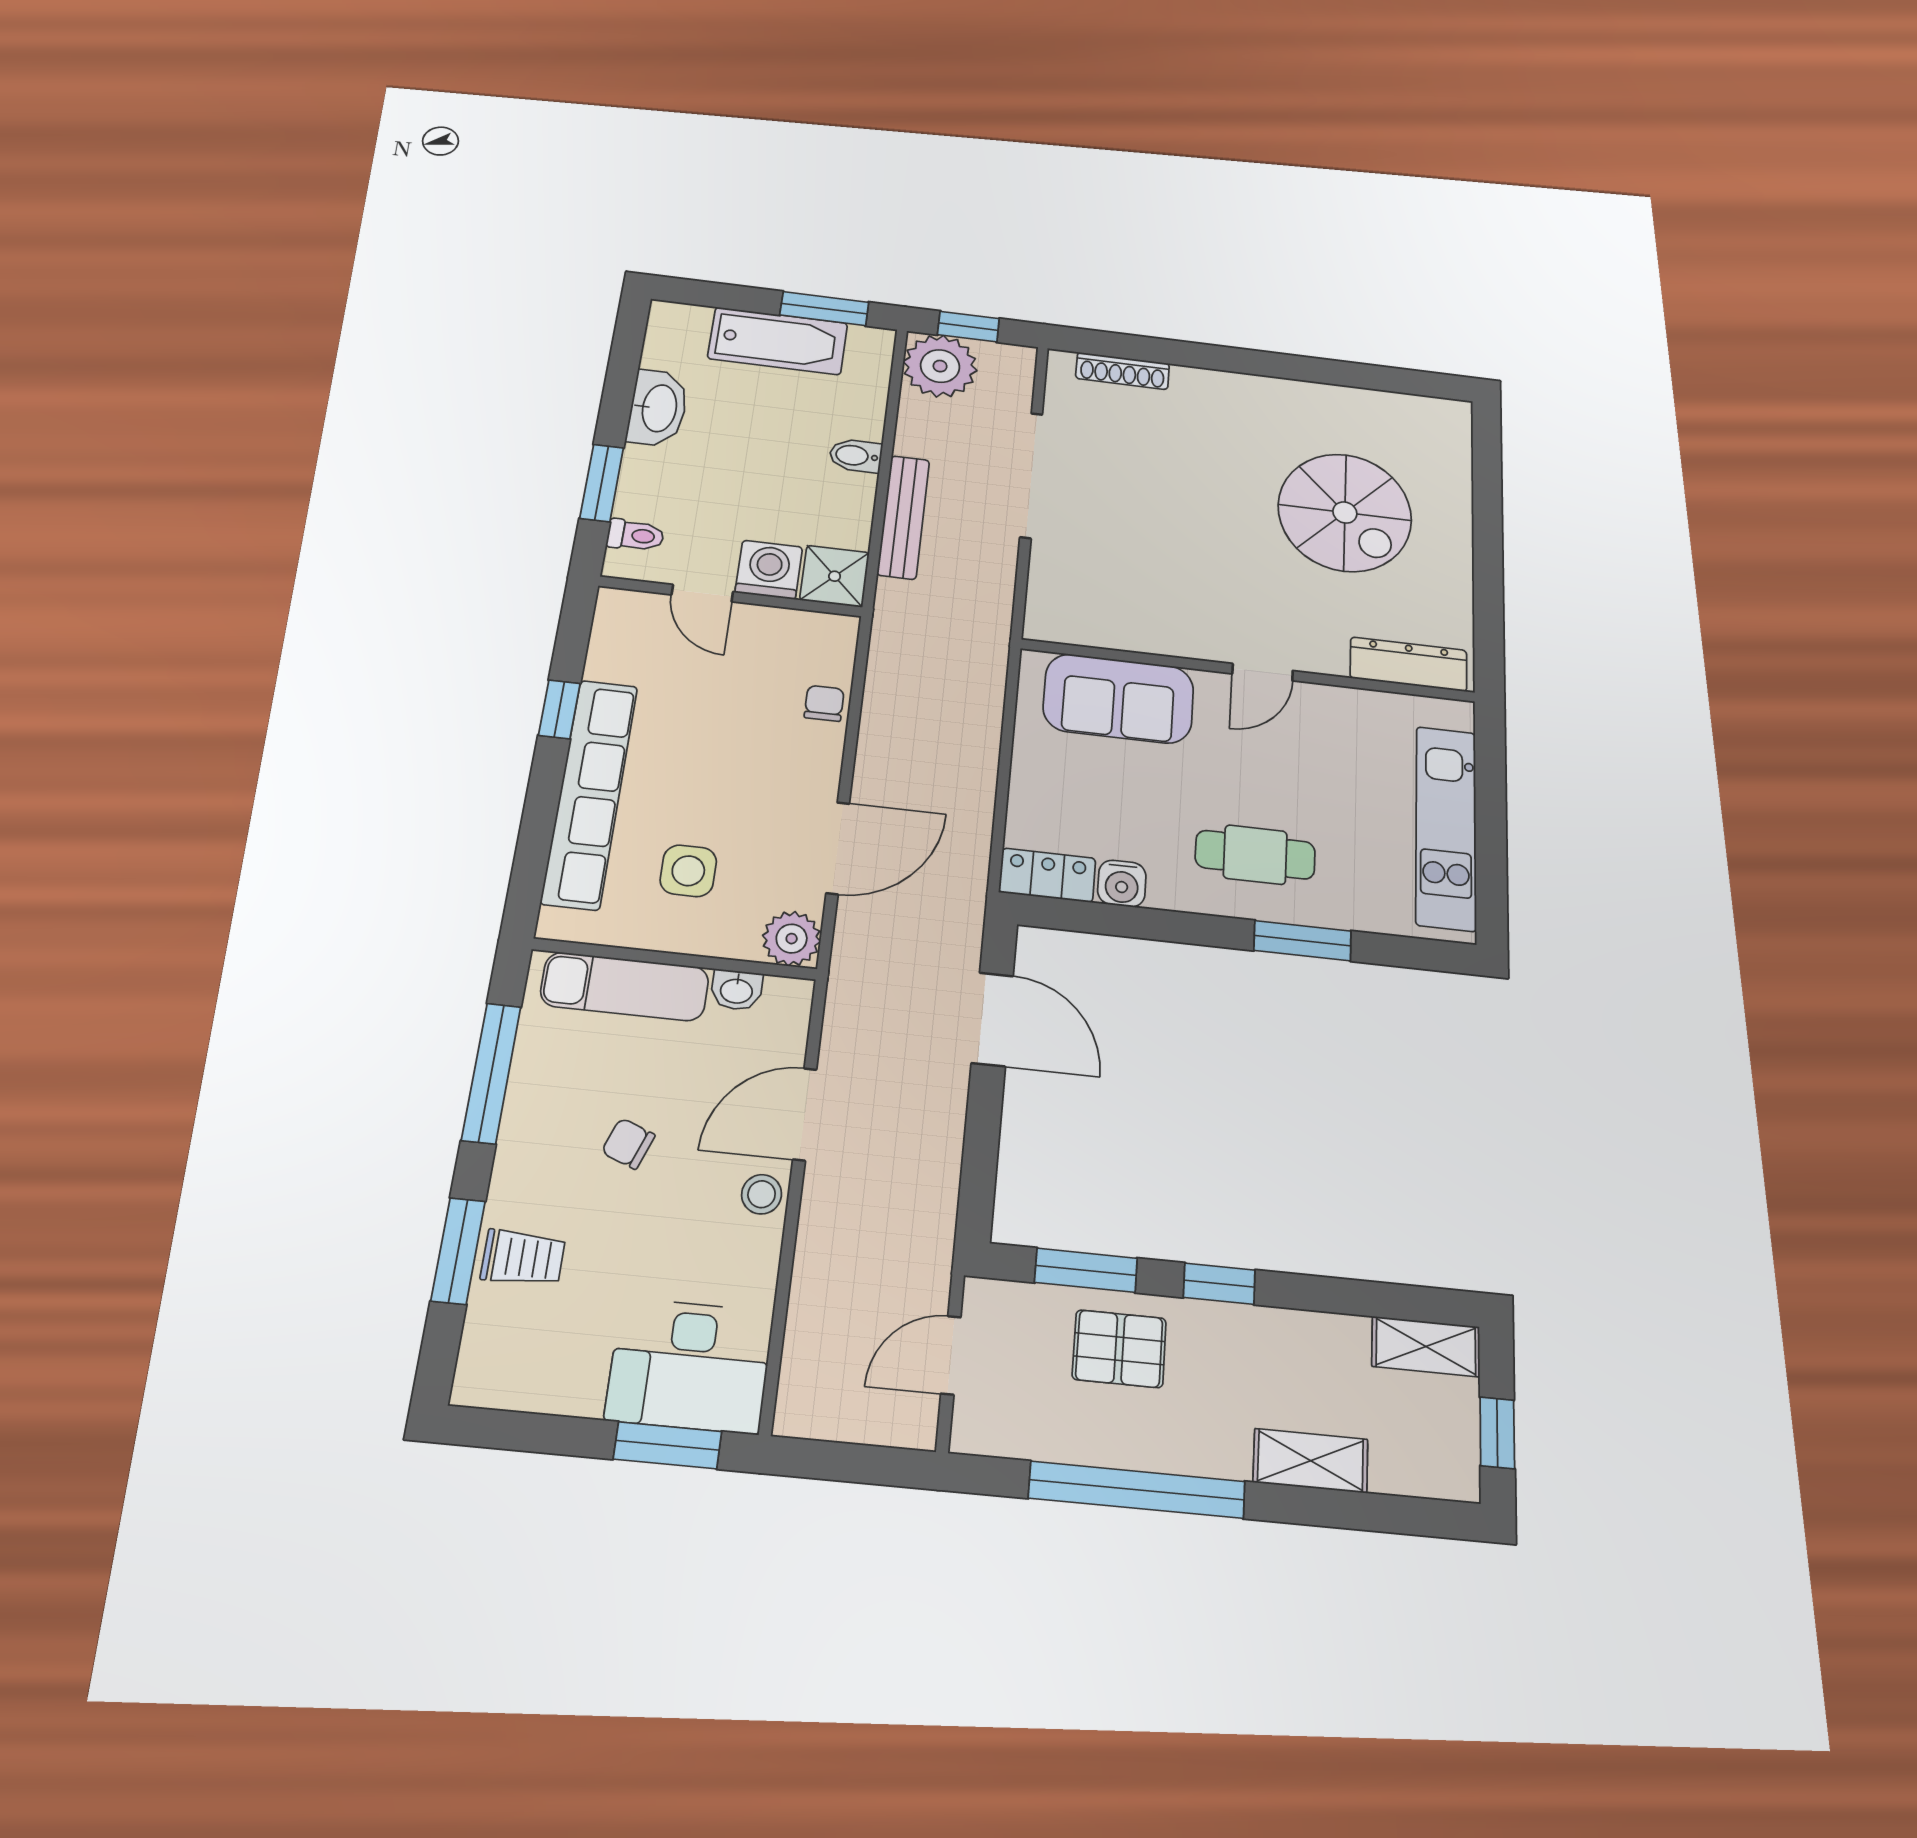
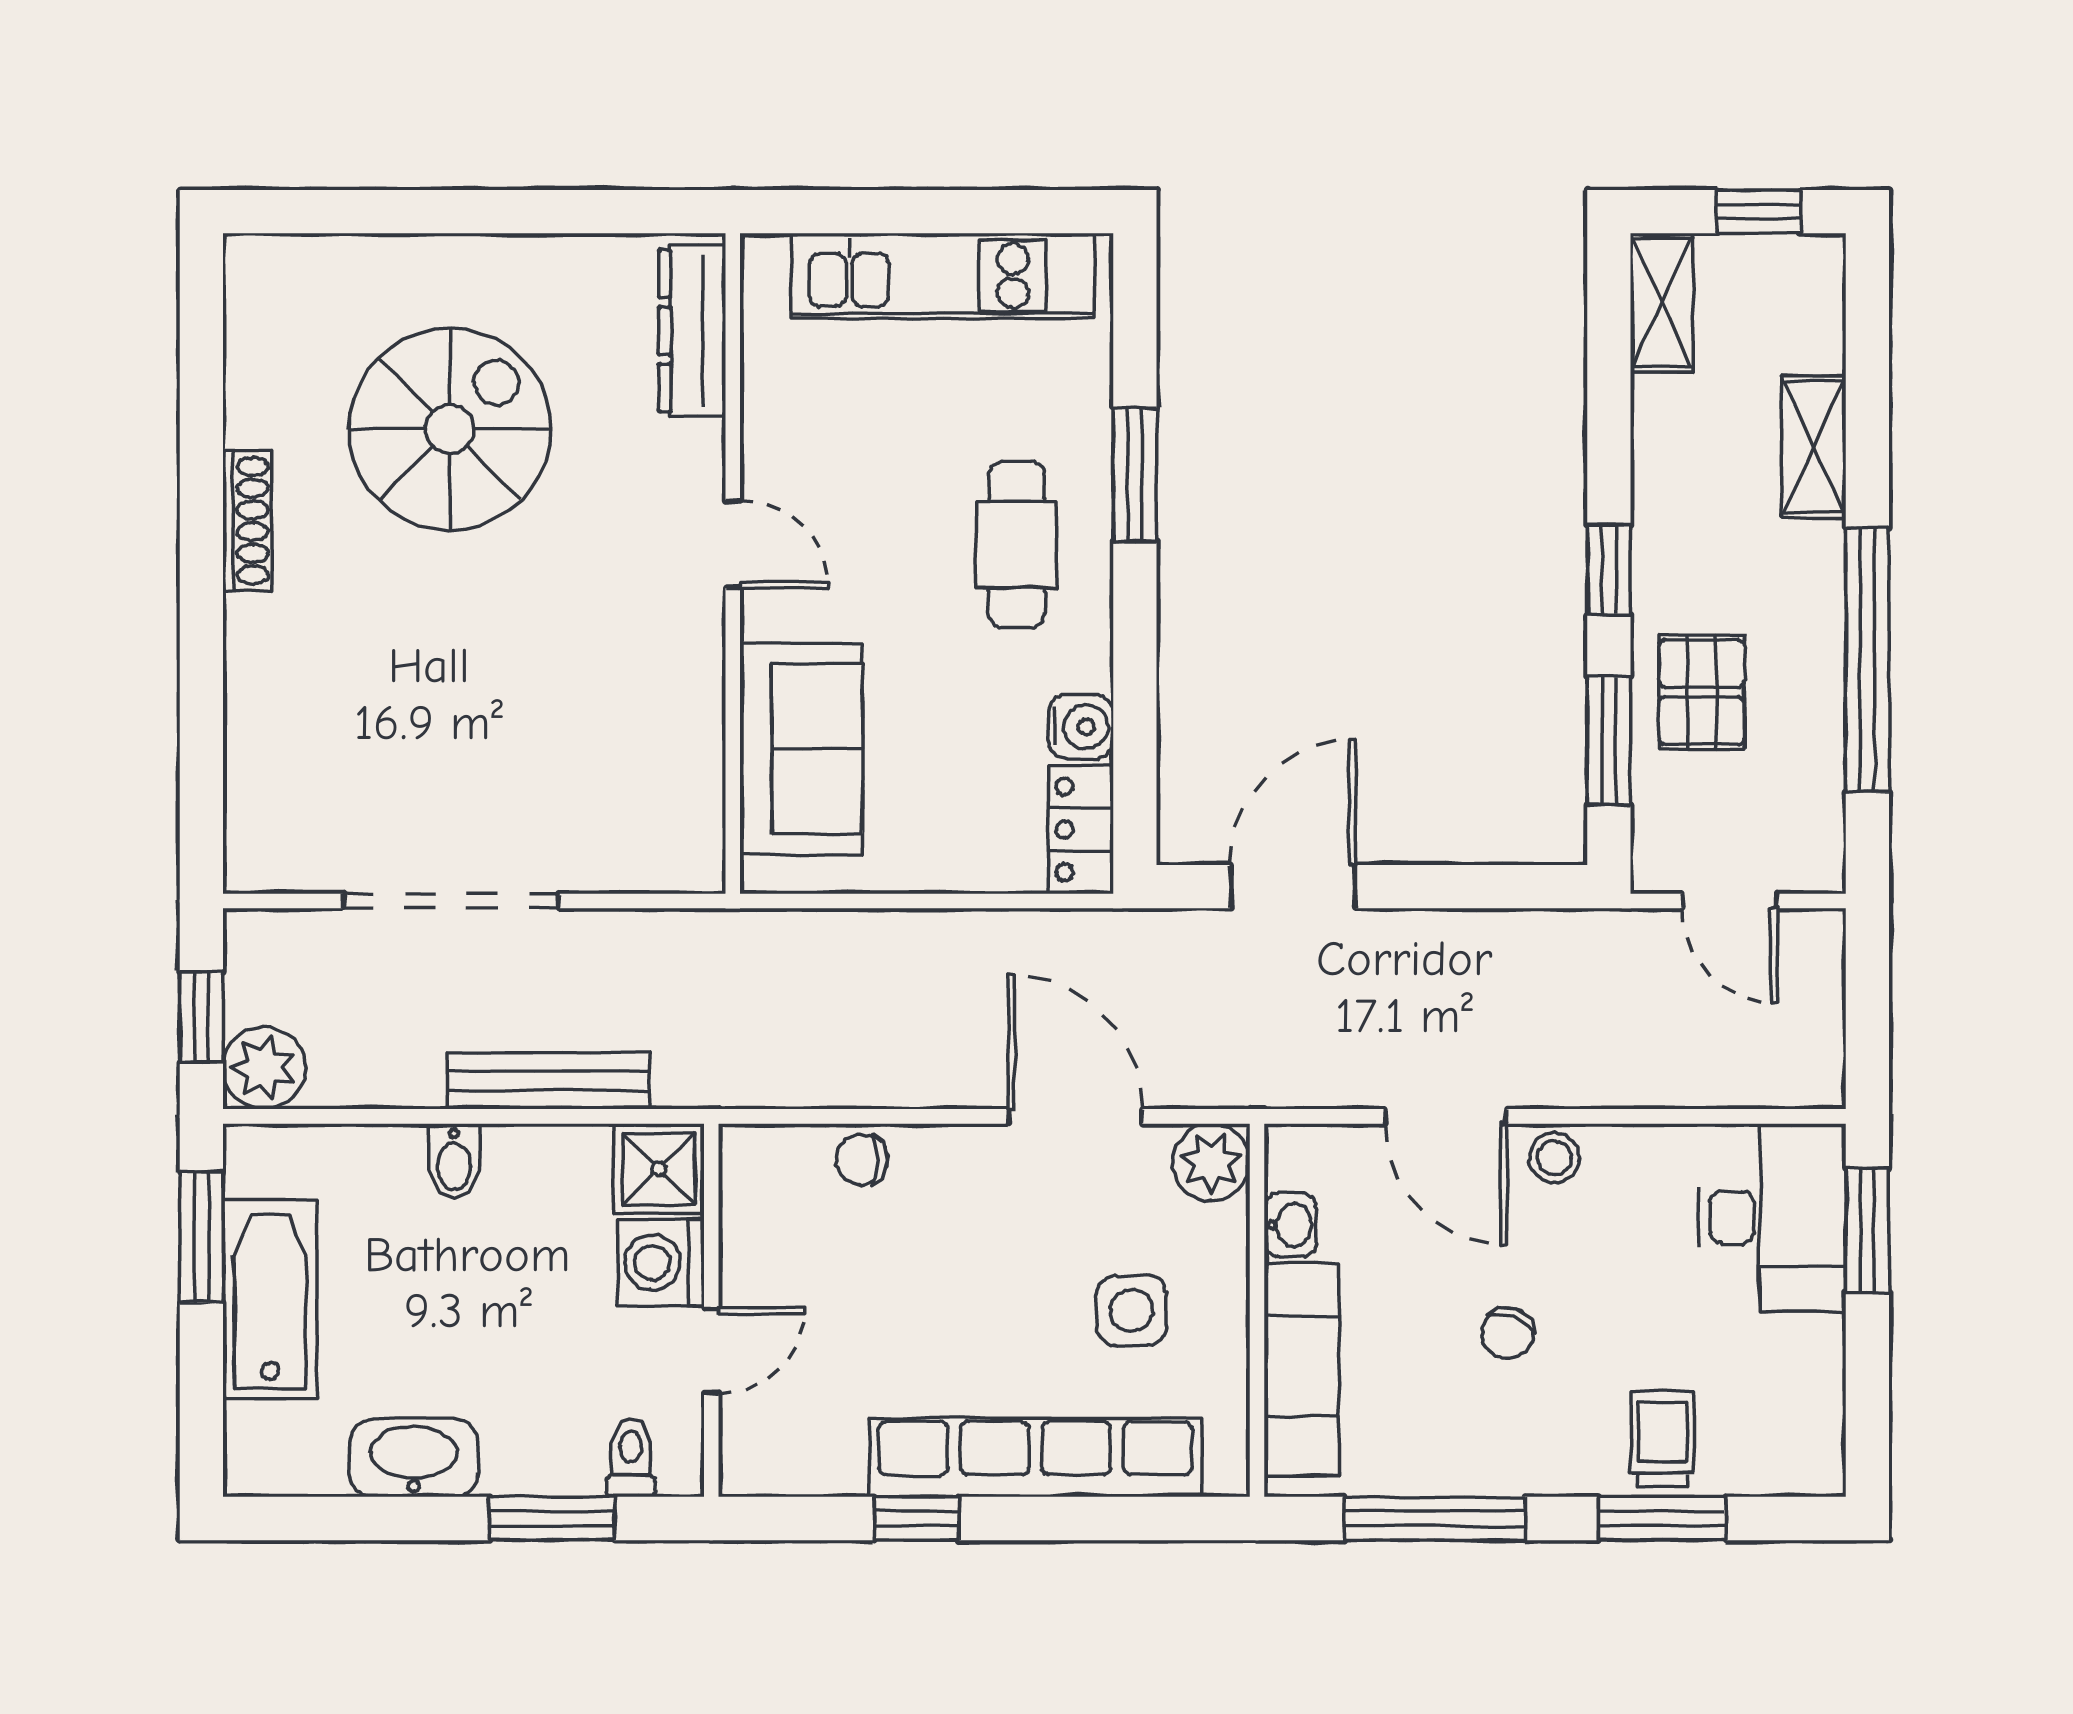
plant: (940, 366) -> (264, 1068), width x0.73, depth x0.73
shoe rack: (1123, 371) -> (247, 521), moved

